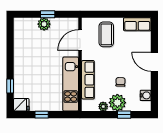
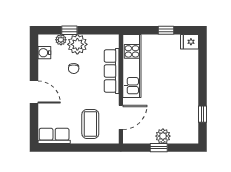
window: (10, 86) -> (203, 114), moved
plant: (103, 107) -> (61, 40), moved

